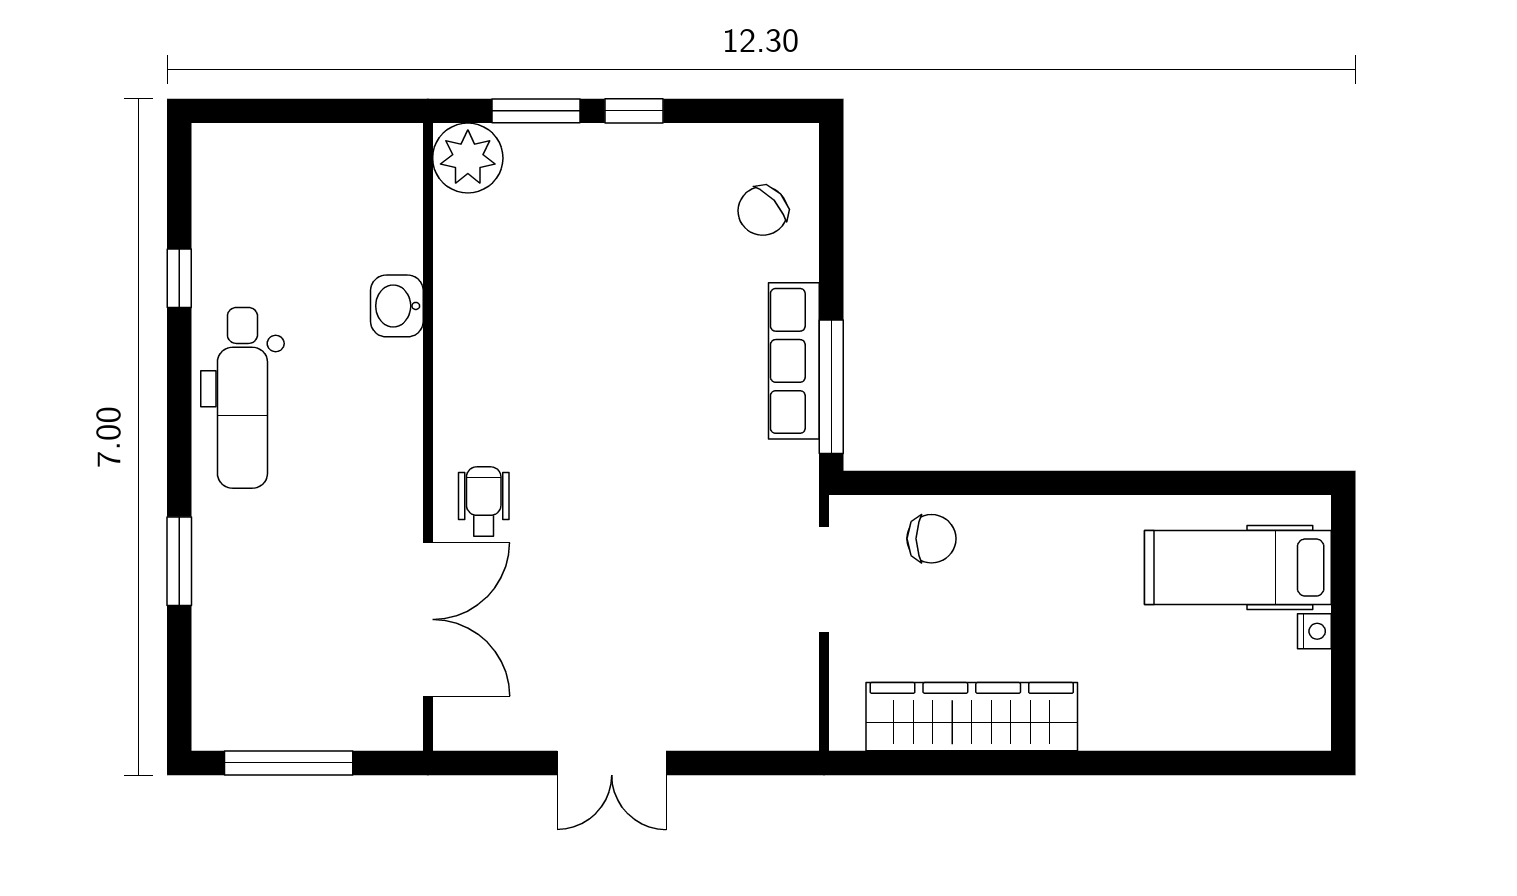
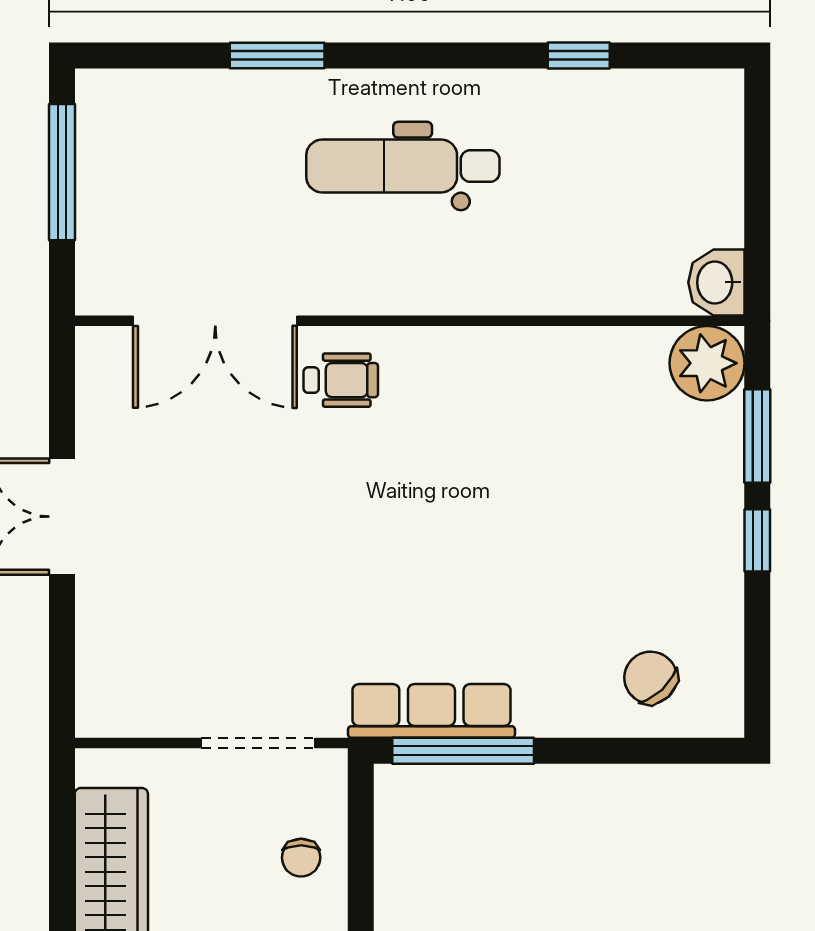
washbasin: (397, 306) -> (716, 282), moved, turned -90
row of seats: (794, 361) -> (431, 711), moved
dental chair: (242, 398) -> (403, 166), moved
chair: (931, 539) -> (301, 858), width x0.73, depth x0.73

